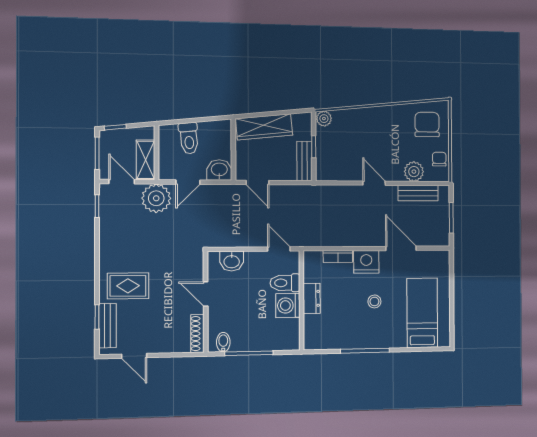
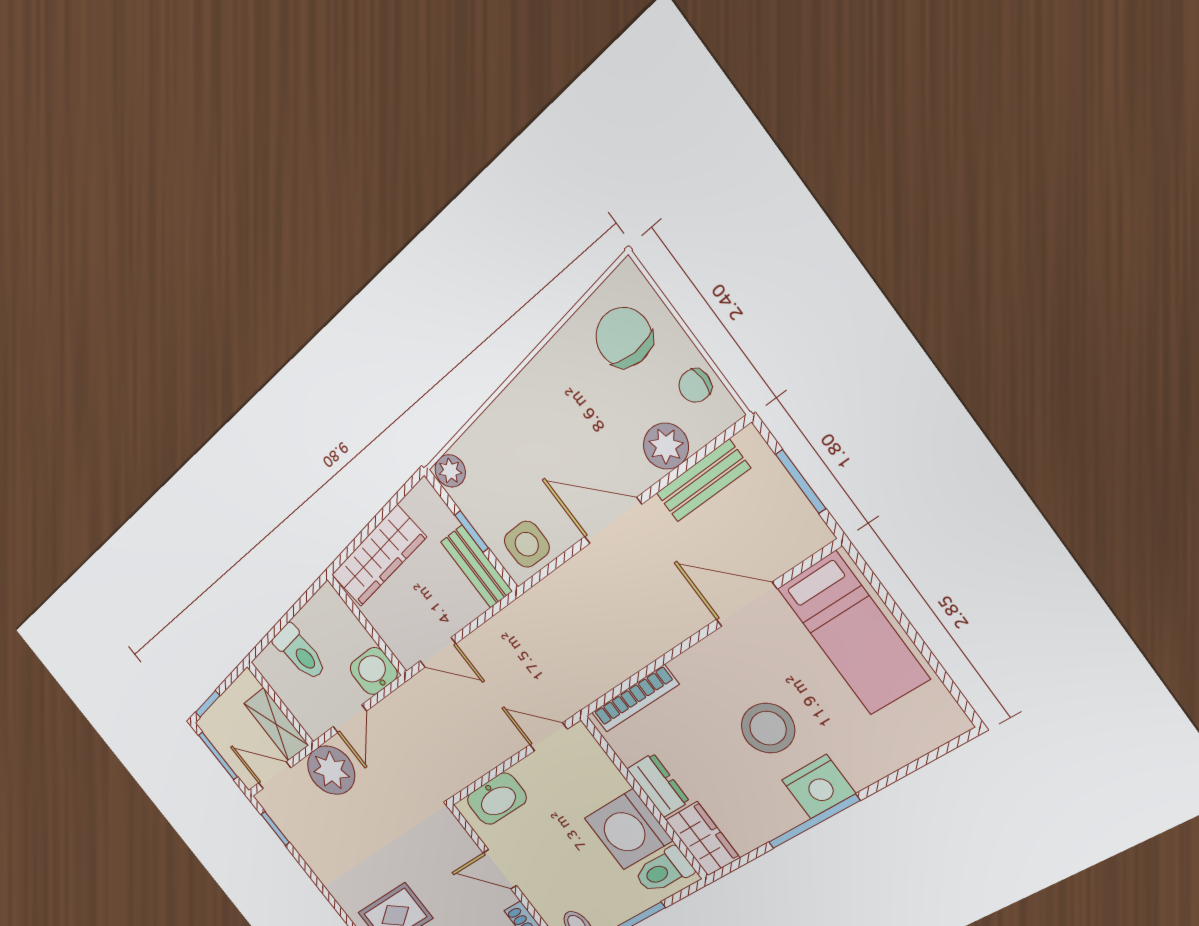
chair: (439, 159) -> (695, 386), turned -90
side table: (333, 168) -> (527, 544), added
door: (374, 183) -> (613, 521), width x1.38
bookcase: (338, 256) -> (635, 699), width x1.56
washbasin: (232, 261) -> (497, 799), width x1.38
nightstand: (366, 262) -> (819, 787), moved, turned 180
toilet: (285, 283) -> (663, 871), moved
stool: (374, 301) -> (768, 728), width x1.89, depth x1.89
washing machine: (288, 305) -> (628, 829), width x1.37, depth x1.37
bed: (422, 313) -> (854, 634), moved, turned 180
wardrobe: (313, 332) -> (703, 839), added

